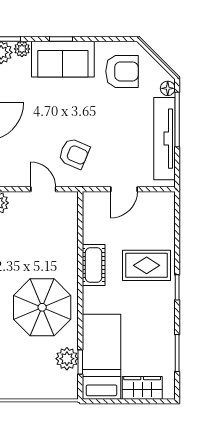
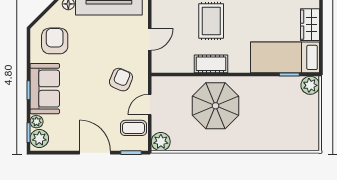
coffee table: (14, 169) -> (134, 128), added
door: (124, 189) -> (150, 39), hinge flipped
parasol: (42, 307) -> (216, 106), moved
plant: (67, 359) -> (310, 85), moved

